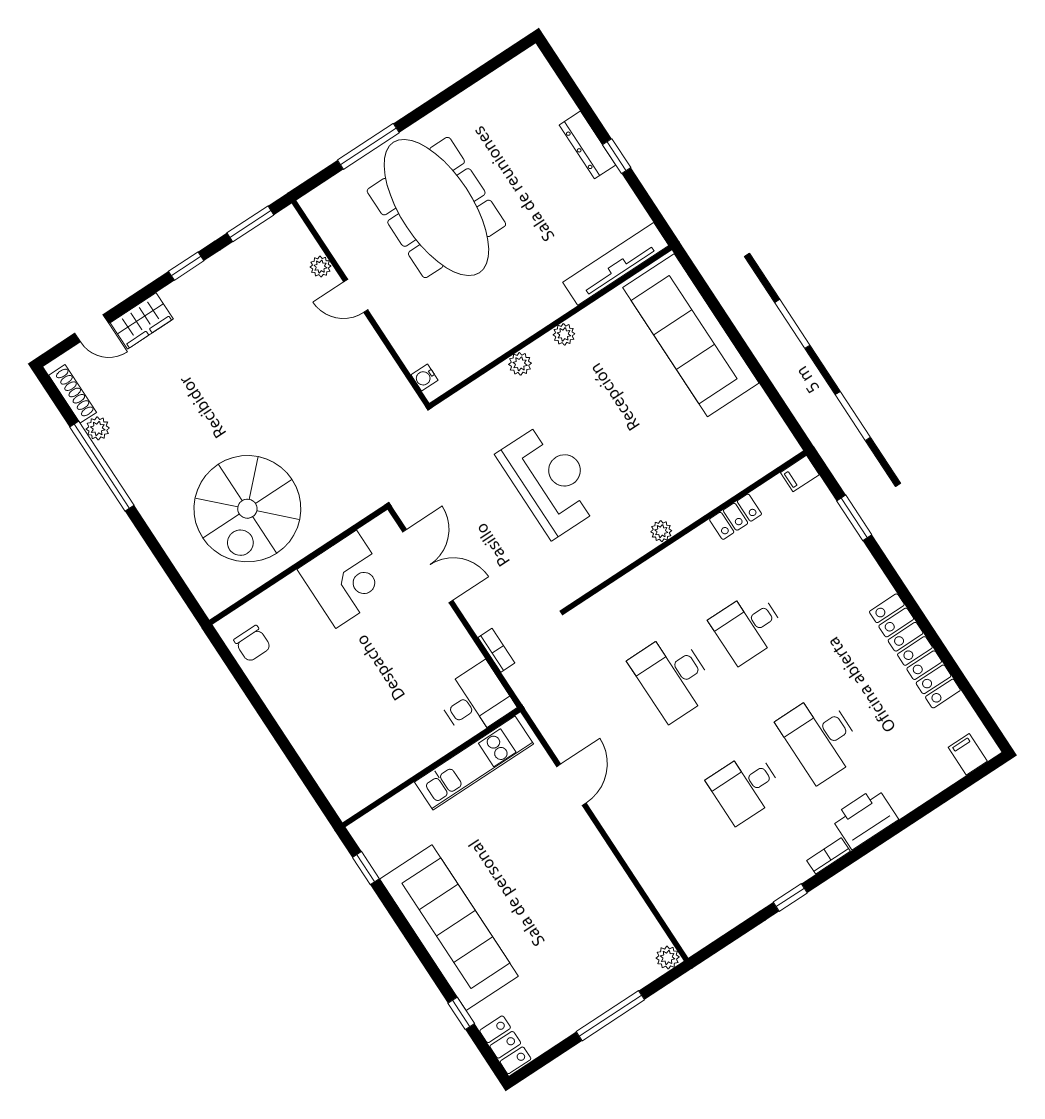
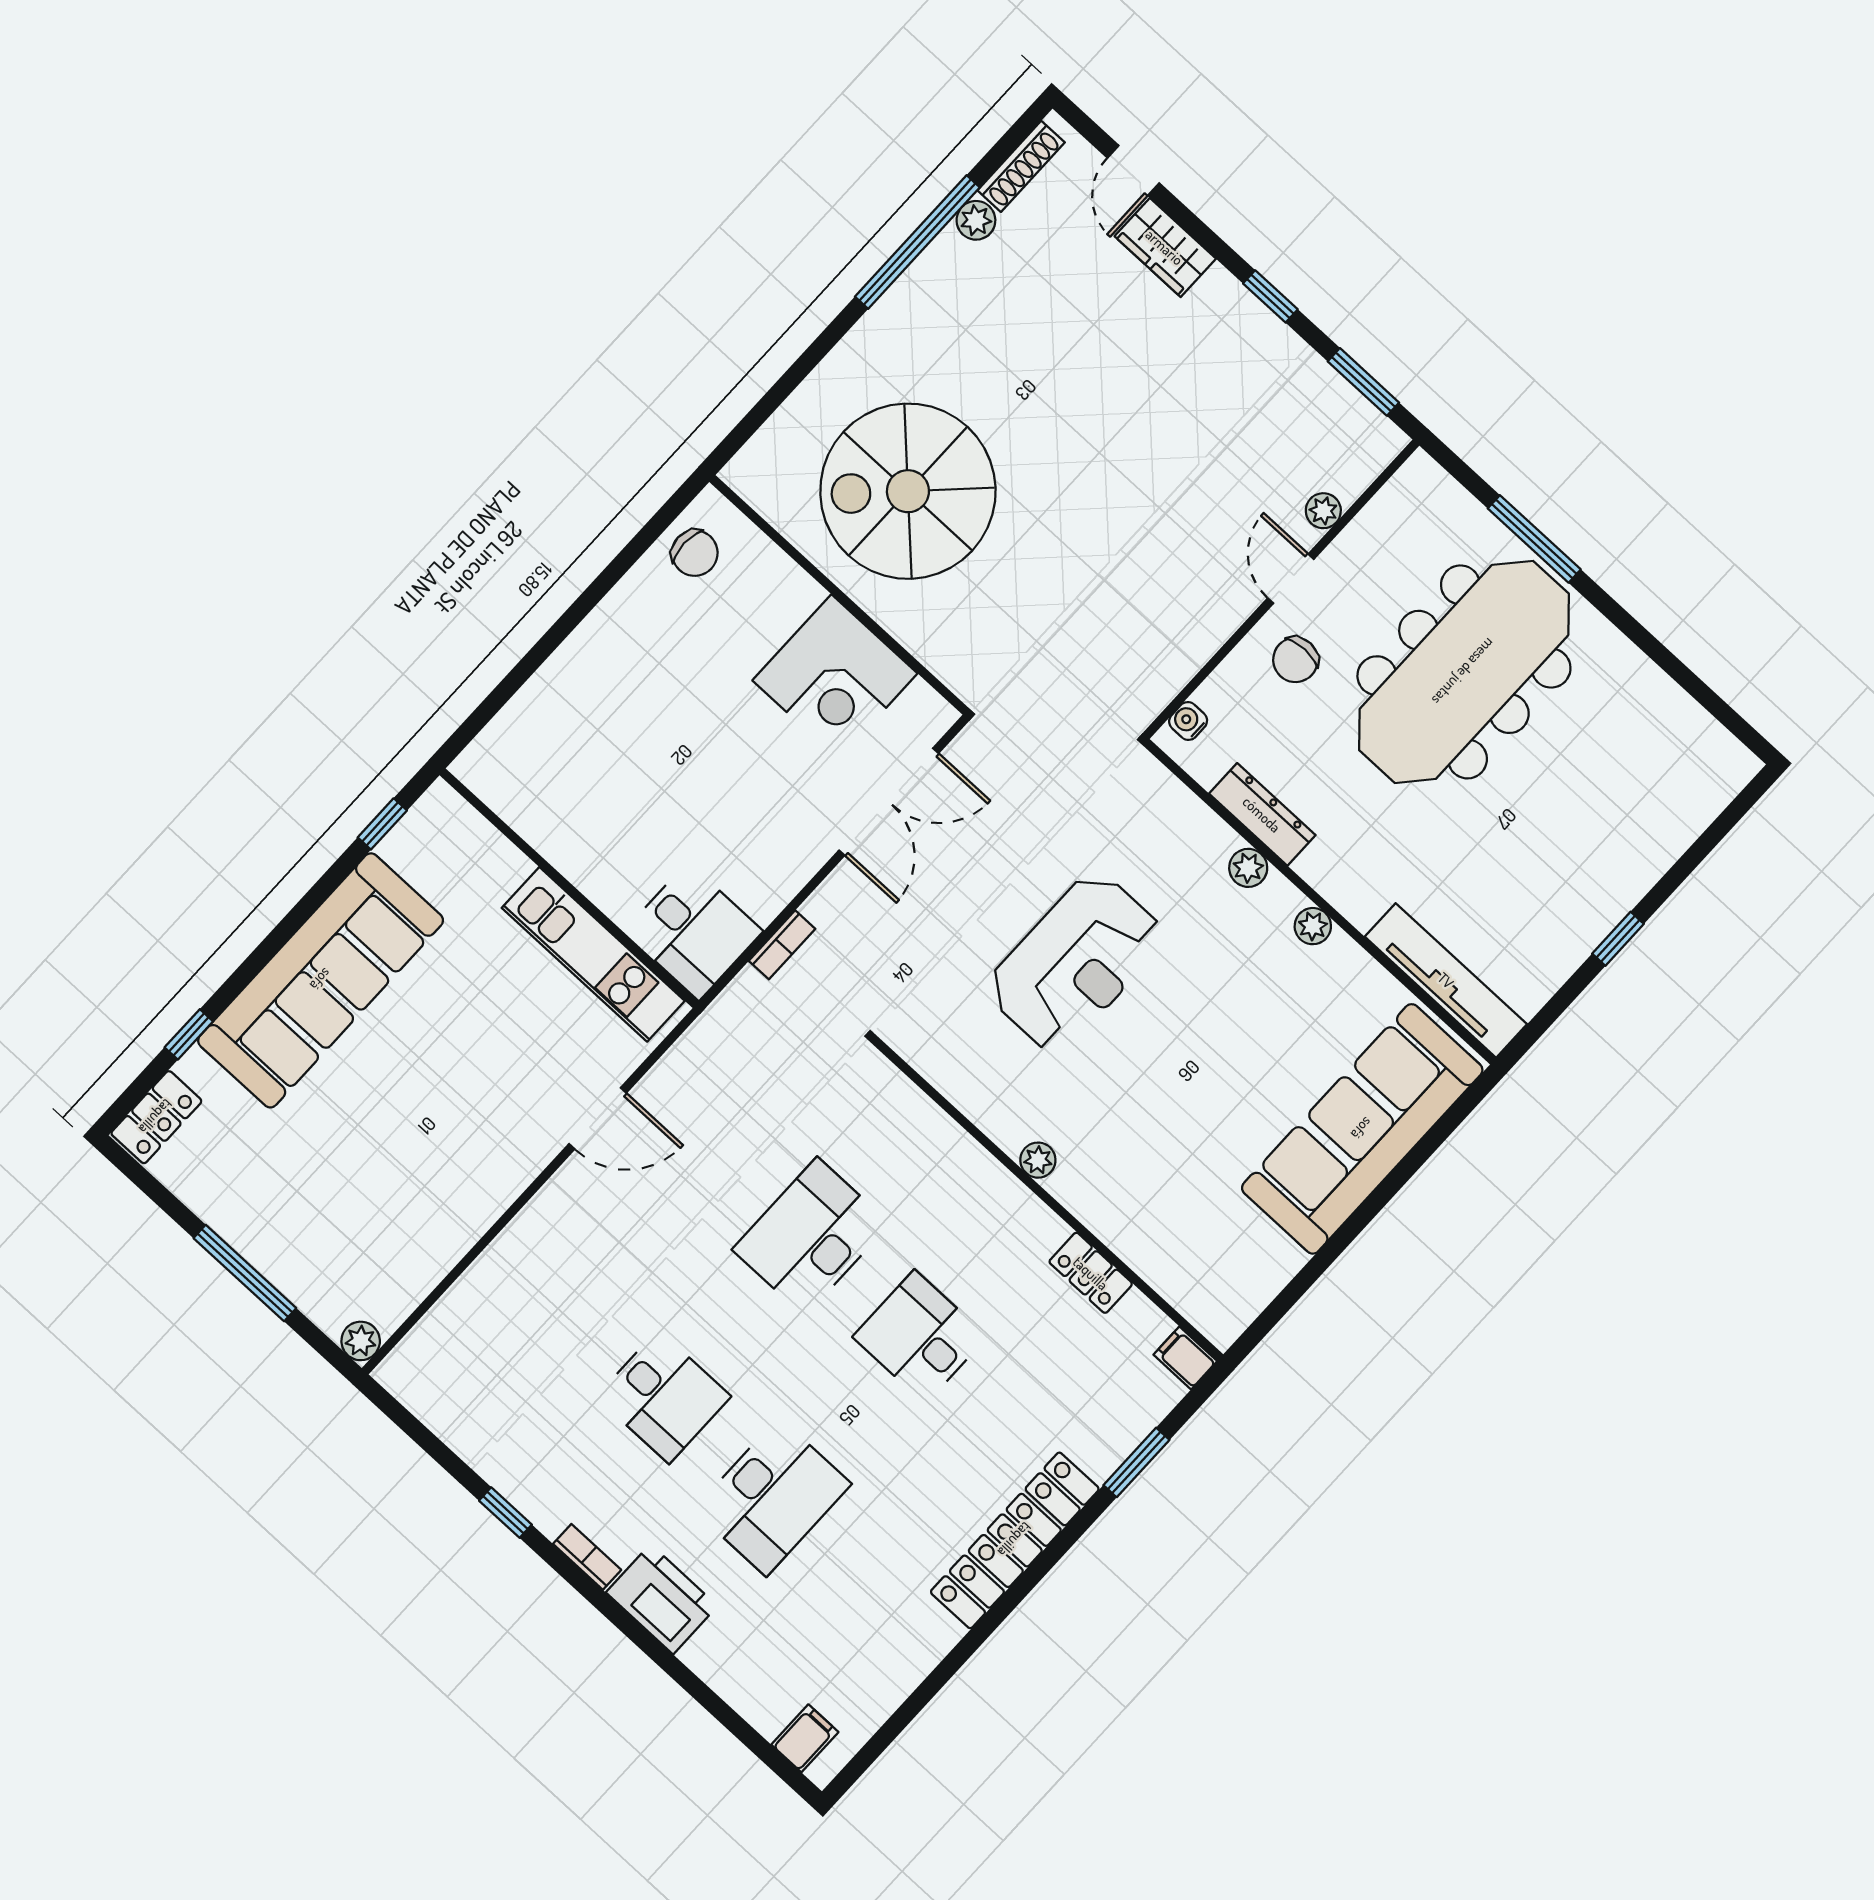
dresser: (587, 145) -> (1262, 814), moved, turned 90
chair: (404, 305) -> (1295, 660), added
chair: (252, 644) -> (695, 553), turned -90
locker: (915, 651) -> (1015, 1540), moved
desk: (821, 738) -> (773, 1497), turned 180
desk: (745, 787) -> (664, 1397), turned 180

